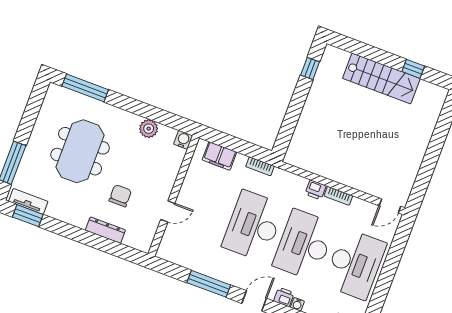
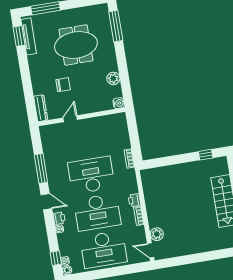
filing cabinet: (219, 156) -> (122, 130), removed
plant: (374, 187) -> (157, 234), added
tv unit: (28, 201) -> (29, 36), width x1.41
door: (168, 211) -> (70, 119), swing flipped
dresser: (105, 230) -> (41, 108), moved
desk: (304, 245) -> (97, 212), turned 180

